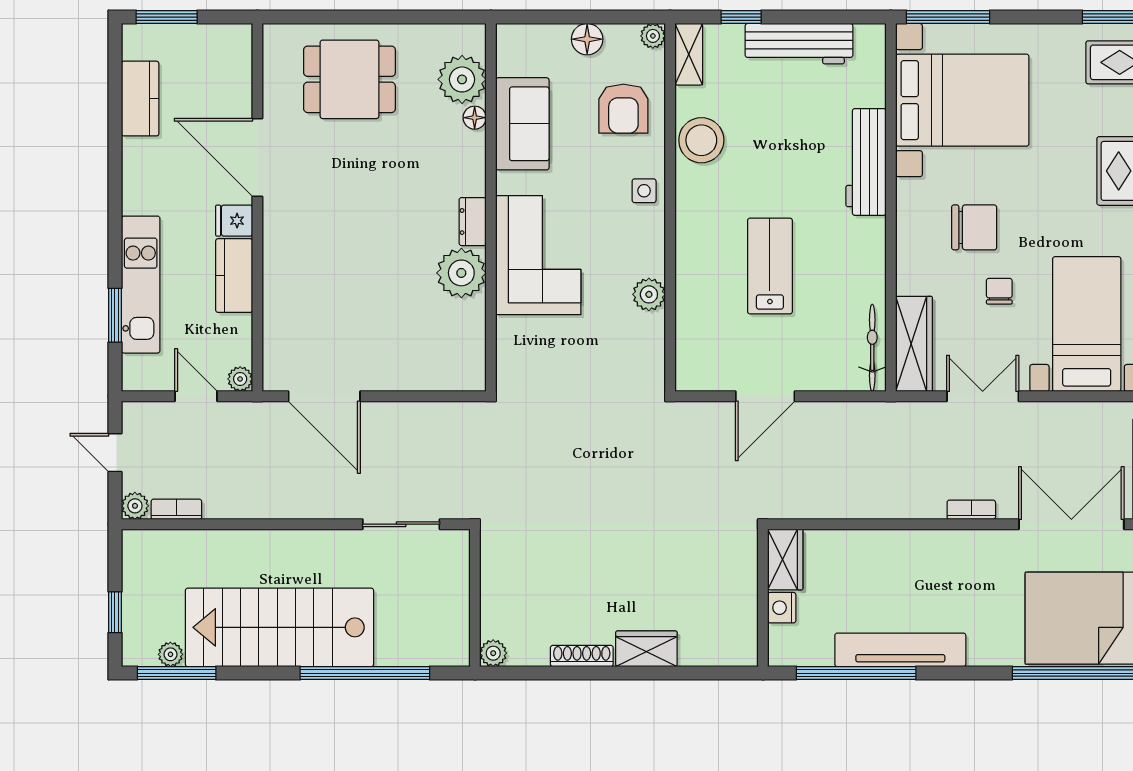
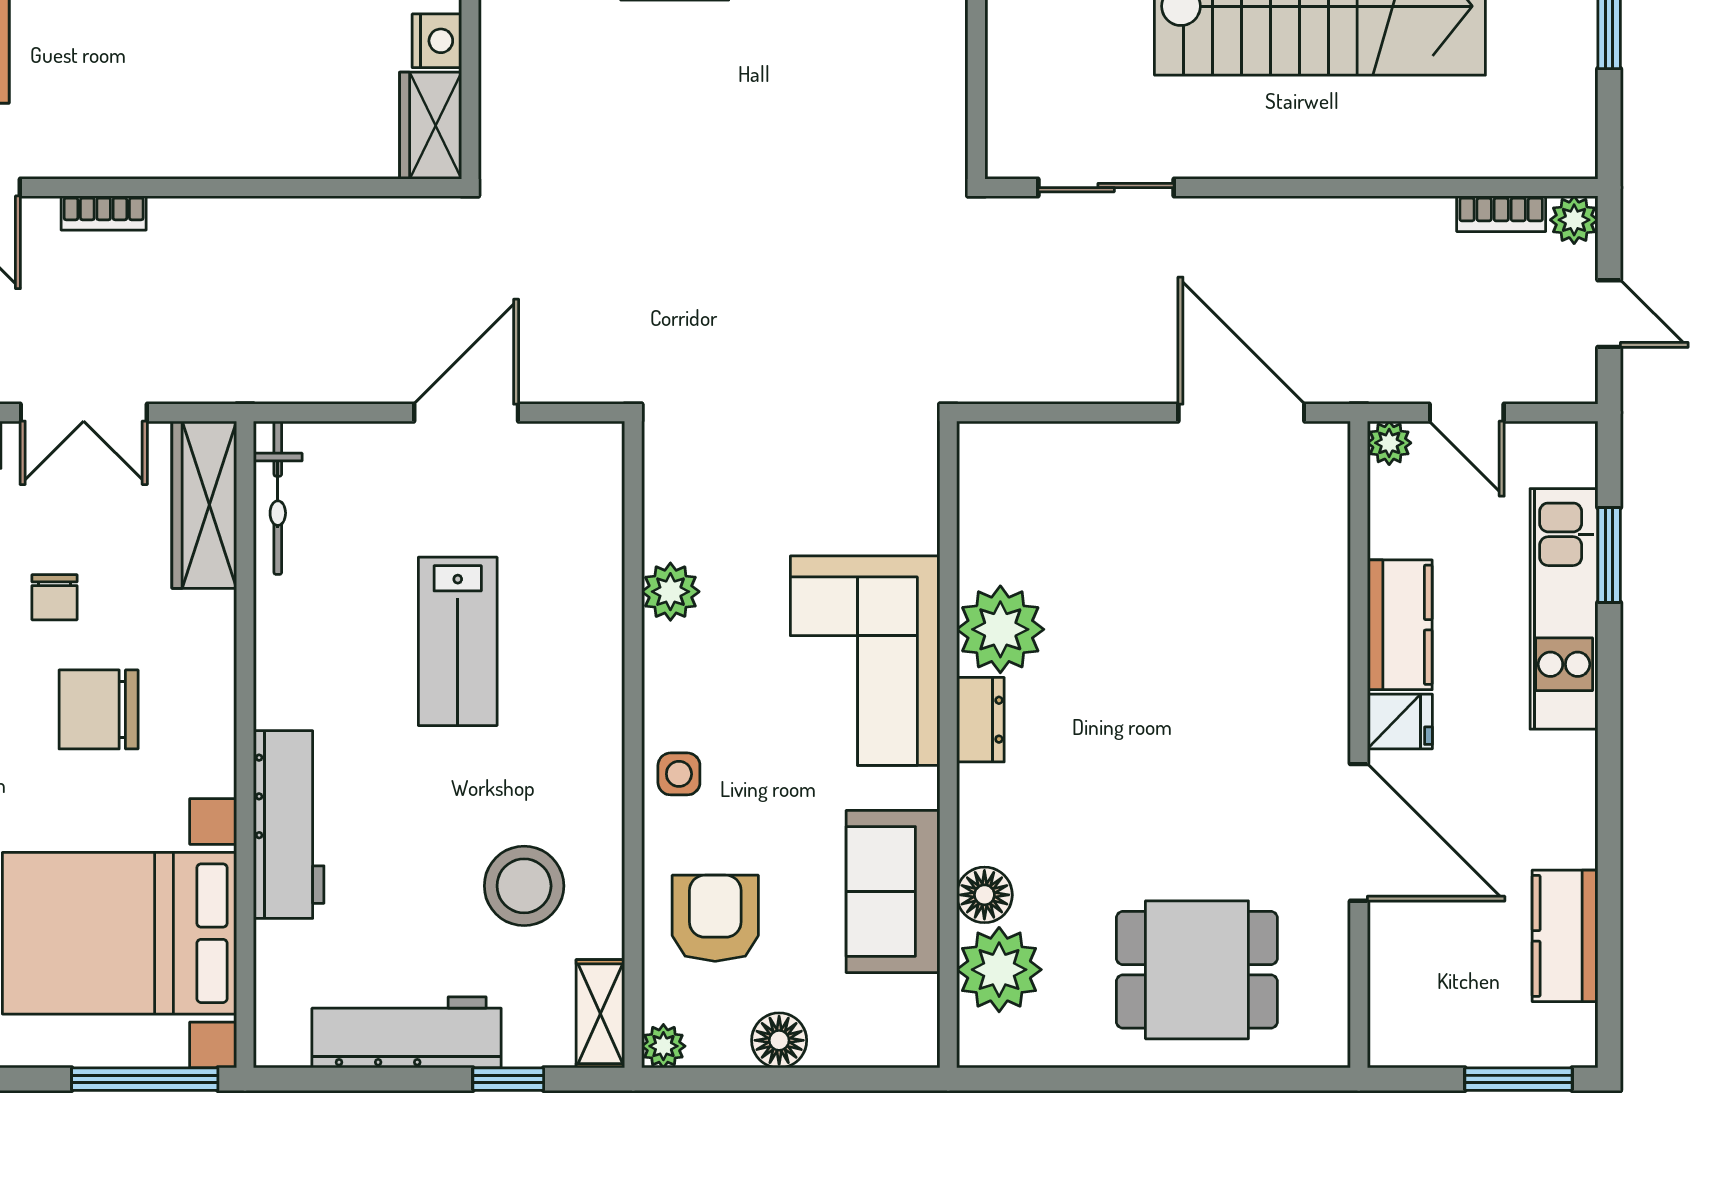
floor lamp: (475, 118) -> (984, 895), width x1.37, depth x1.37
stool: (701, 140) -> (524, 886), moved

